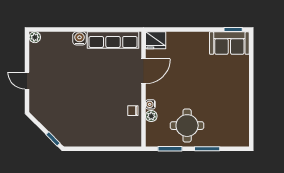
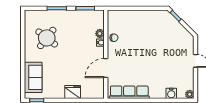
water cooler: (79, 38) -> (171, 93), moved
fridge: (156, 40) -> (73, 92), moved
sofa: (229, 43) -> (33, 77), moved, turned 90
round table: (187, 126) -> (47, 38), moved, turned 38

